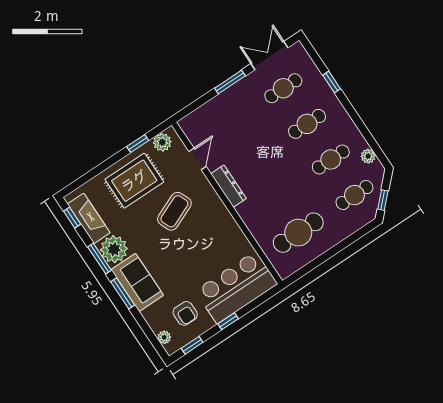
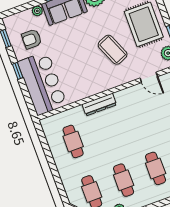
dresser: (228, 186) -> (99, 105), moved
cafe table: (298, 233) -> (73, 141), width x0.73, depth x0.74
plant: (164, 337) -> (37, 11), moved

